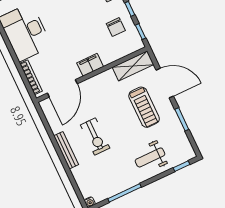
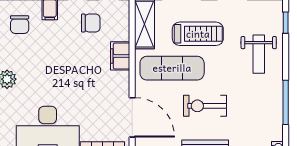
filing cabinet: (90, 65) -> (120, 56), moved
exercise mat: (111, 100) -> (172, 68), added
exercise bike: (95, 136) -> (205, 106), turned 180

